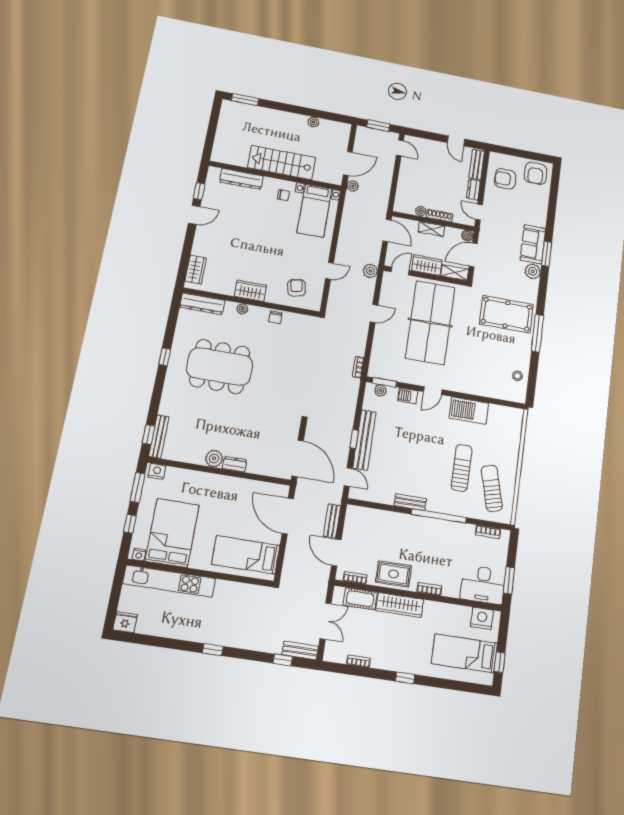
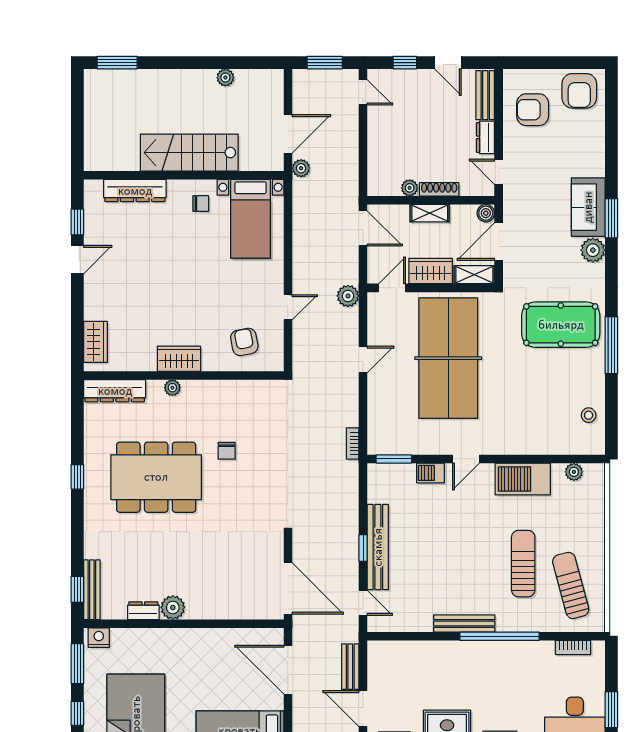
window: (429, 136) -> (405, 63), added
chair: (275, 317) -> (227, 451), moved
plant: (380, 390) -> (574, 472), moved
dresser: (235, 464) -> (143, 611), moved
bench: (410, 502) -> (464, 624), width x1.36

